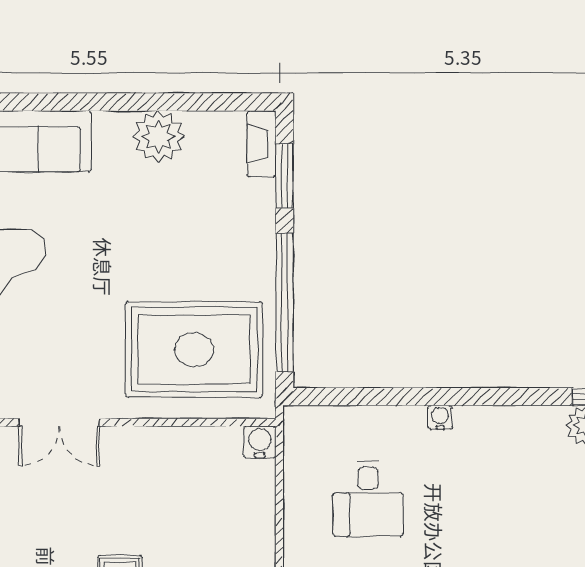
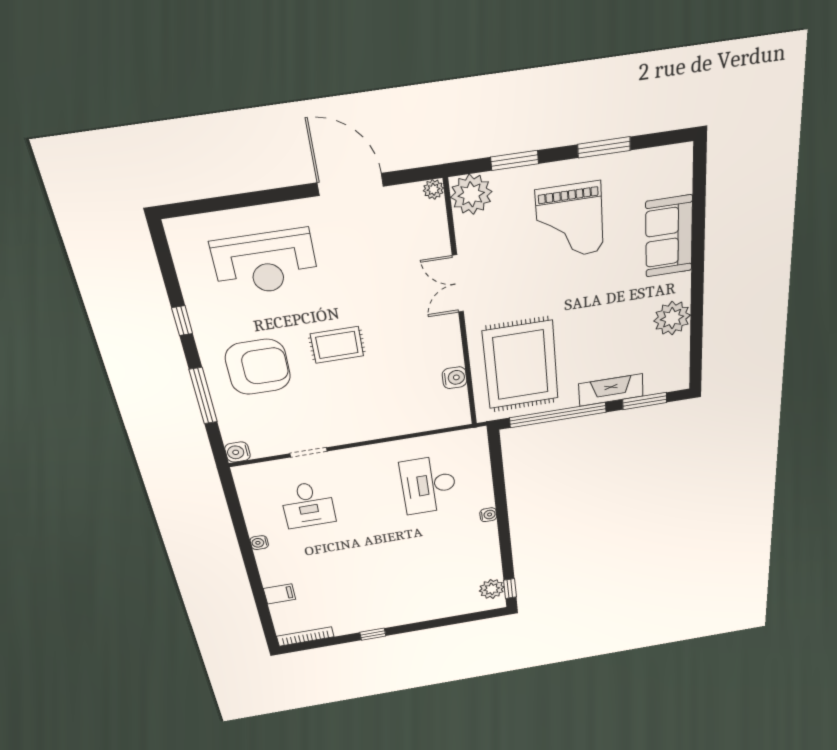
fireplace: (262, 144) -> (611, 390), moved, width x1.37, depth x1.32
water cooler: (260, 442) -> (454, 378), moved
desk: (368, 499) -> (429, 485), width x1.37

